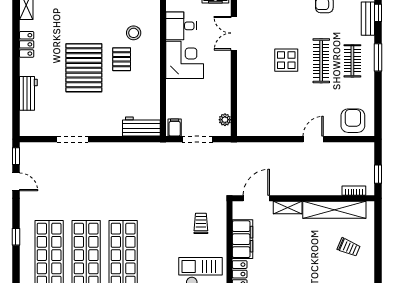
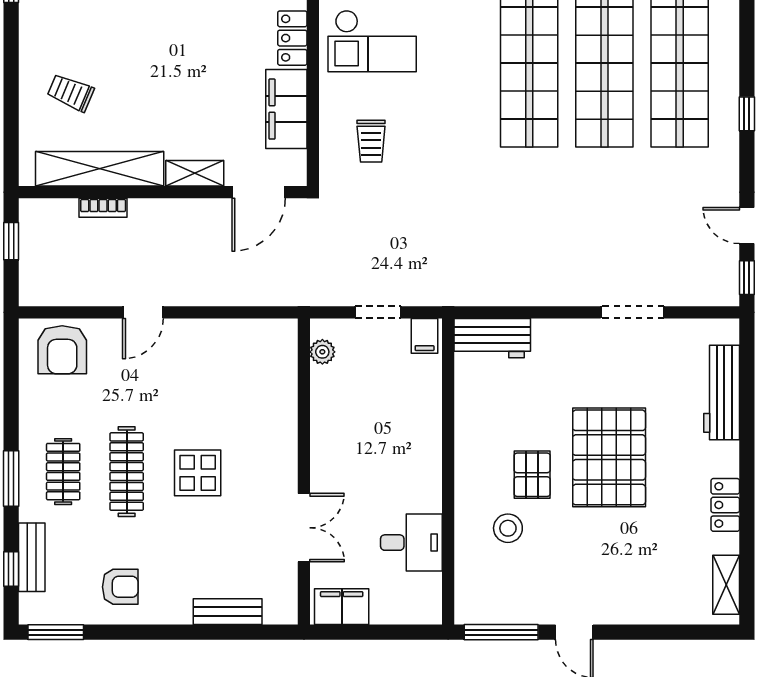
corner desk: (185, 60) -> (404, 474), removed
workbench: (28, 93) -> (722, 393), width x1.38
doorway: (197, 139) -> (378, 312), width x0.73
bookcase: (354, 191) -> (103, 208), moved

